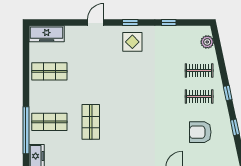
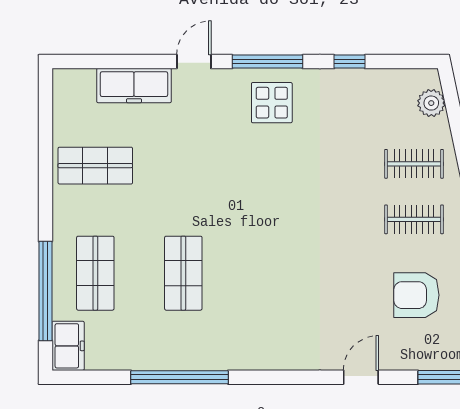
window: (130, 22) -> (267, 62), width x2.17
freezer: (47, 34) -> (134, 86), moved
shop shelf: (49, 122) -> (95, 273), turned 90

